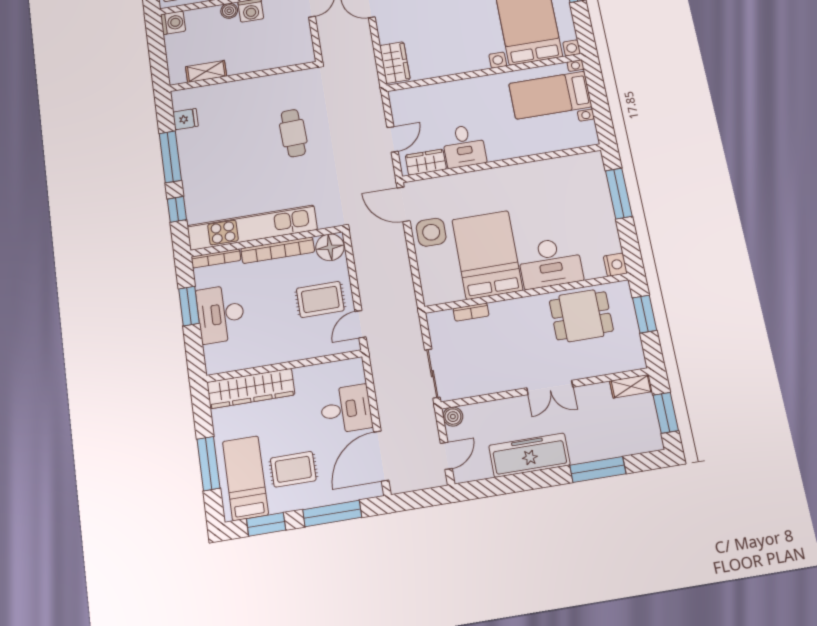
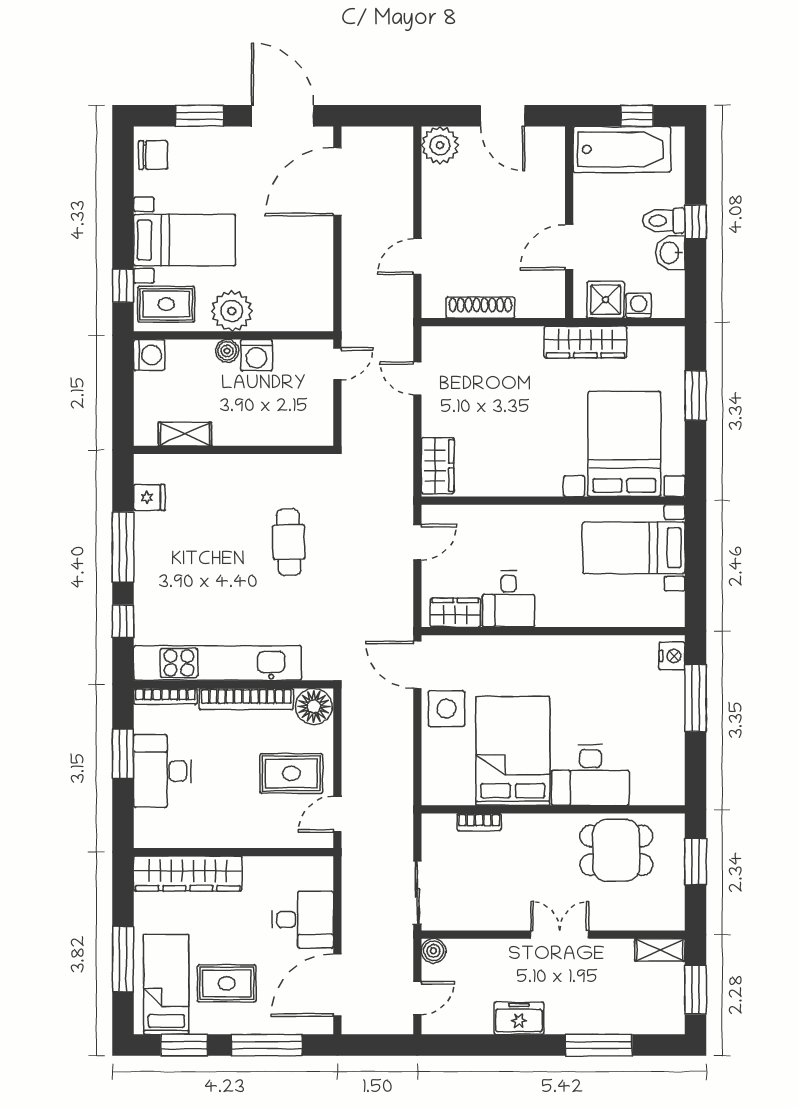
door: (393, 139) -> (417, 542), moved
nightstand: (615, 265) -> (672, 656), moved
double door: (550, 387) -> (560, 935), swing flipped
freezer: (529, 455) -> (519, 1018), width x0.52, depth x0.79

